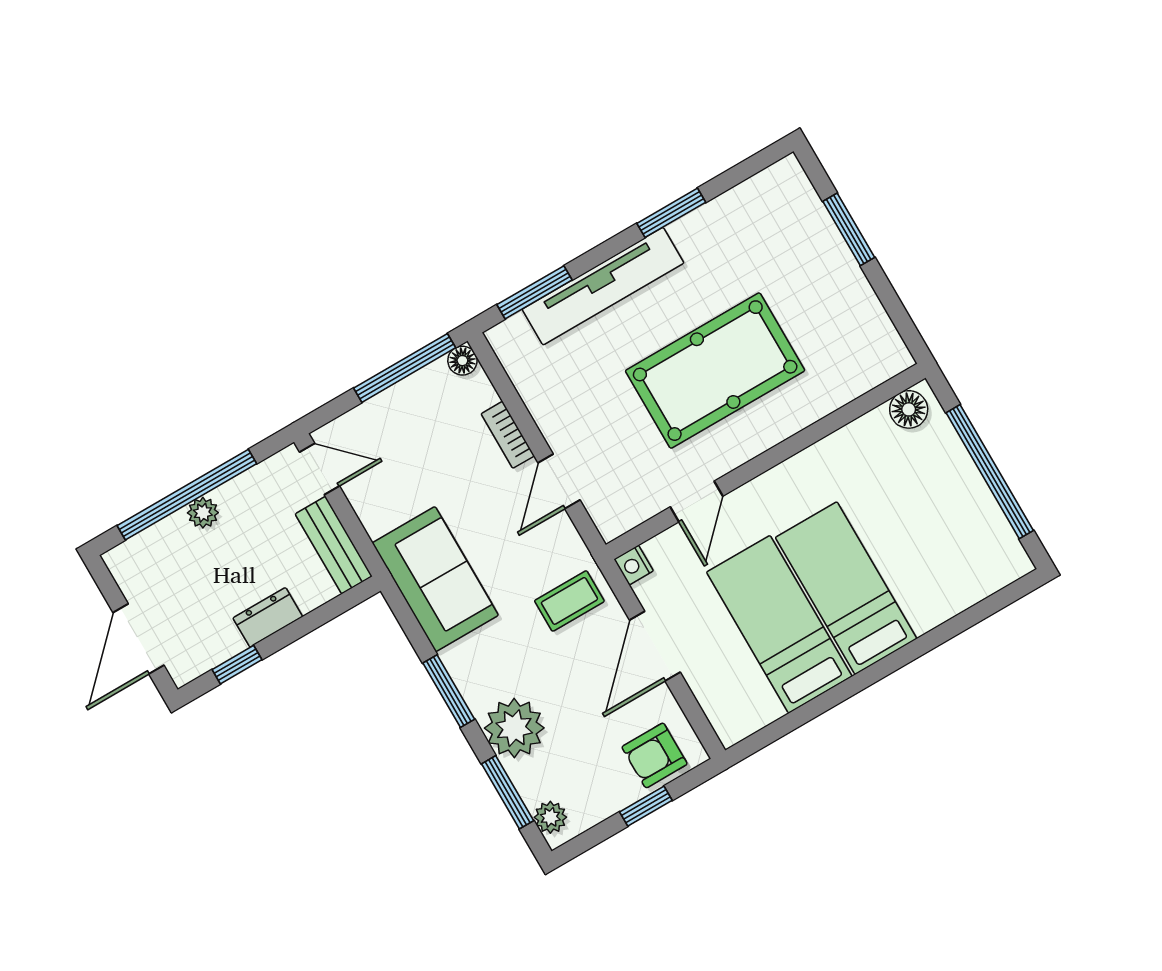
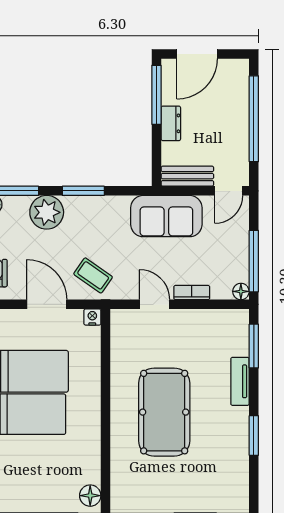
tv unit: (603, 286) -> (240, 381), width x0.52, depth x0.78
door: (697, 502) -> (105, 366), removed
plant: (203, 513) -> (240, 121), removed
sofa: (435, 579) -> (166, 216), moved
coffee table: (569, 601) -> (93, 275), turned -55
door: (139, 639) -> (197, 54), swing flipped
window: (237, 665) -> (156, 95), width x2.17

